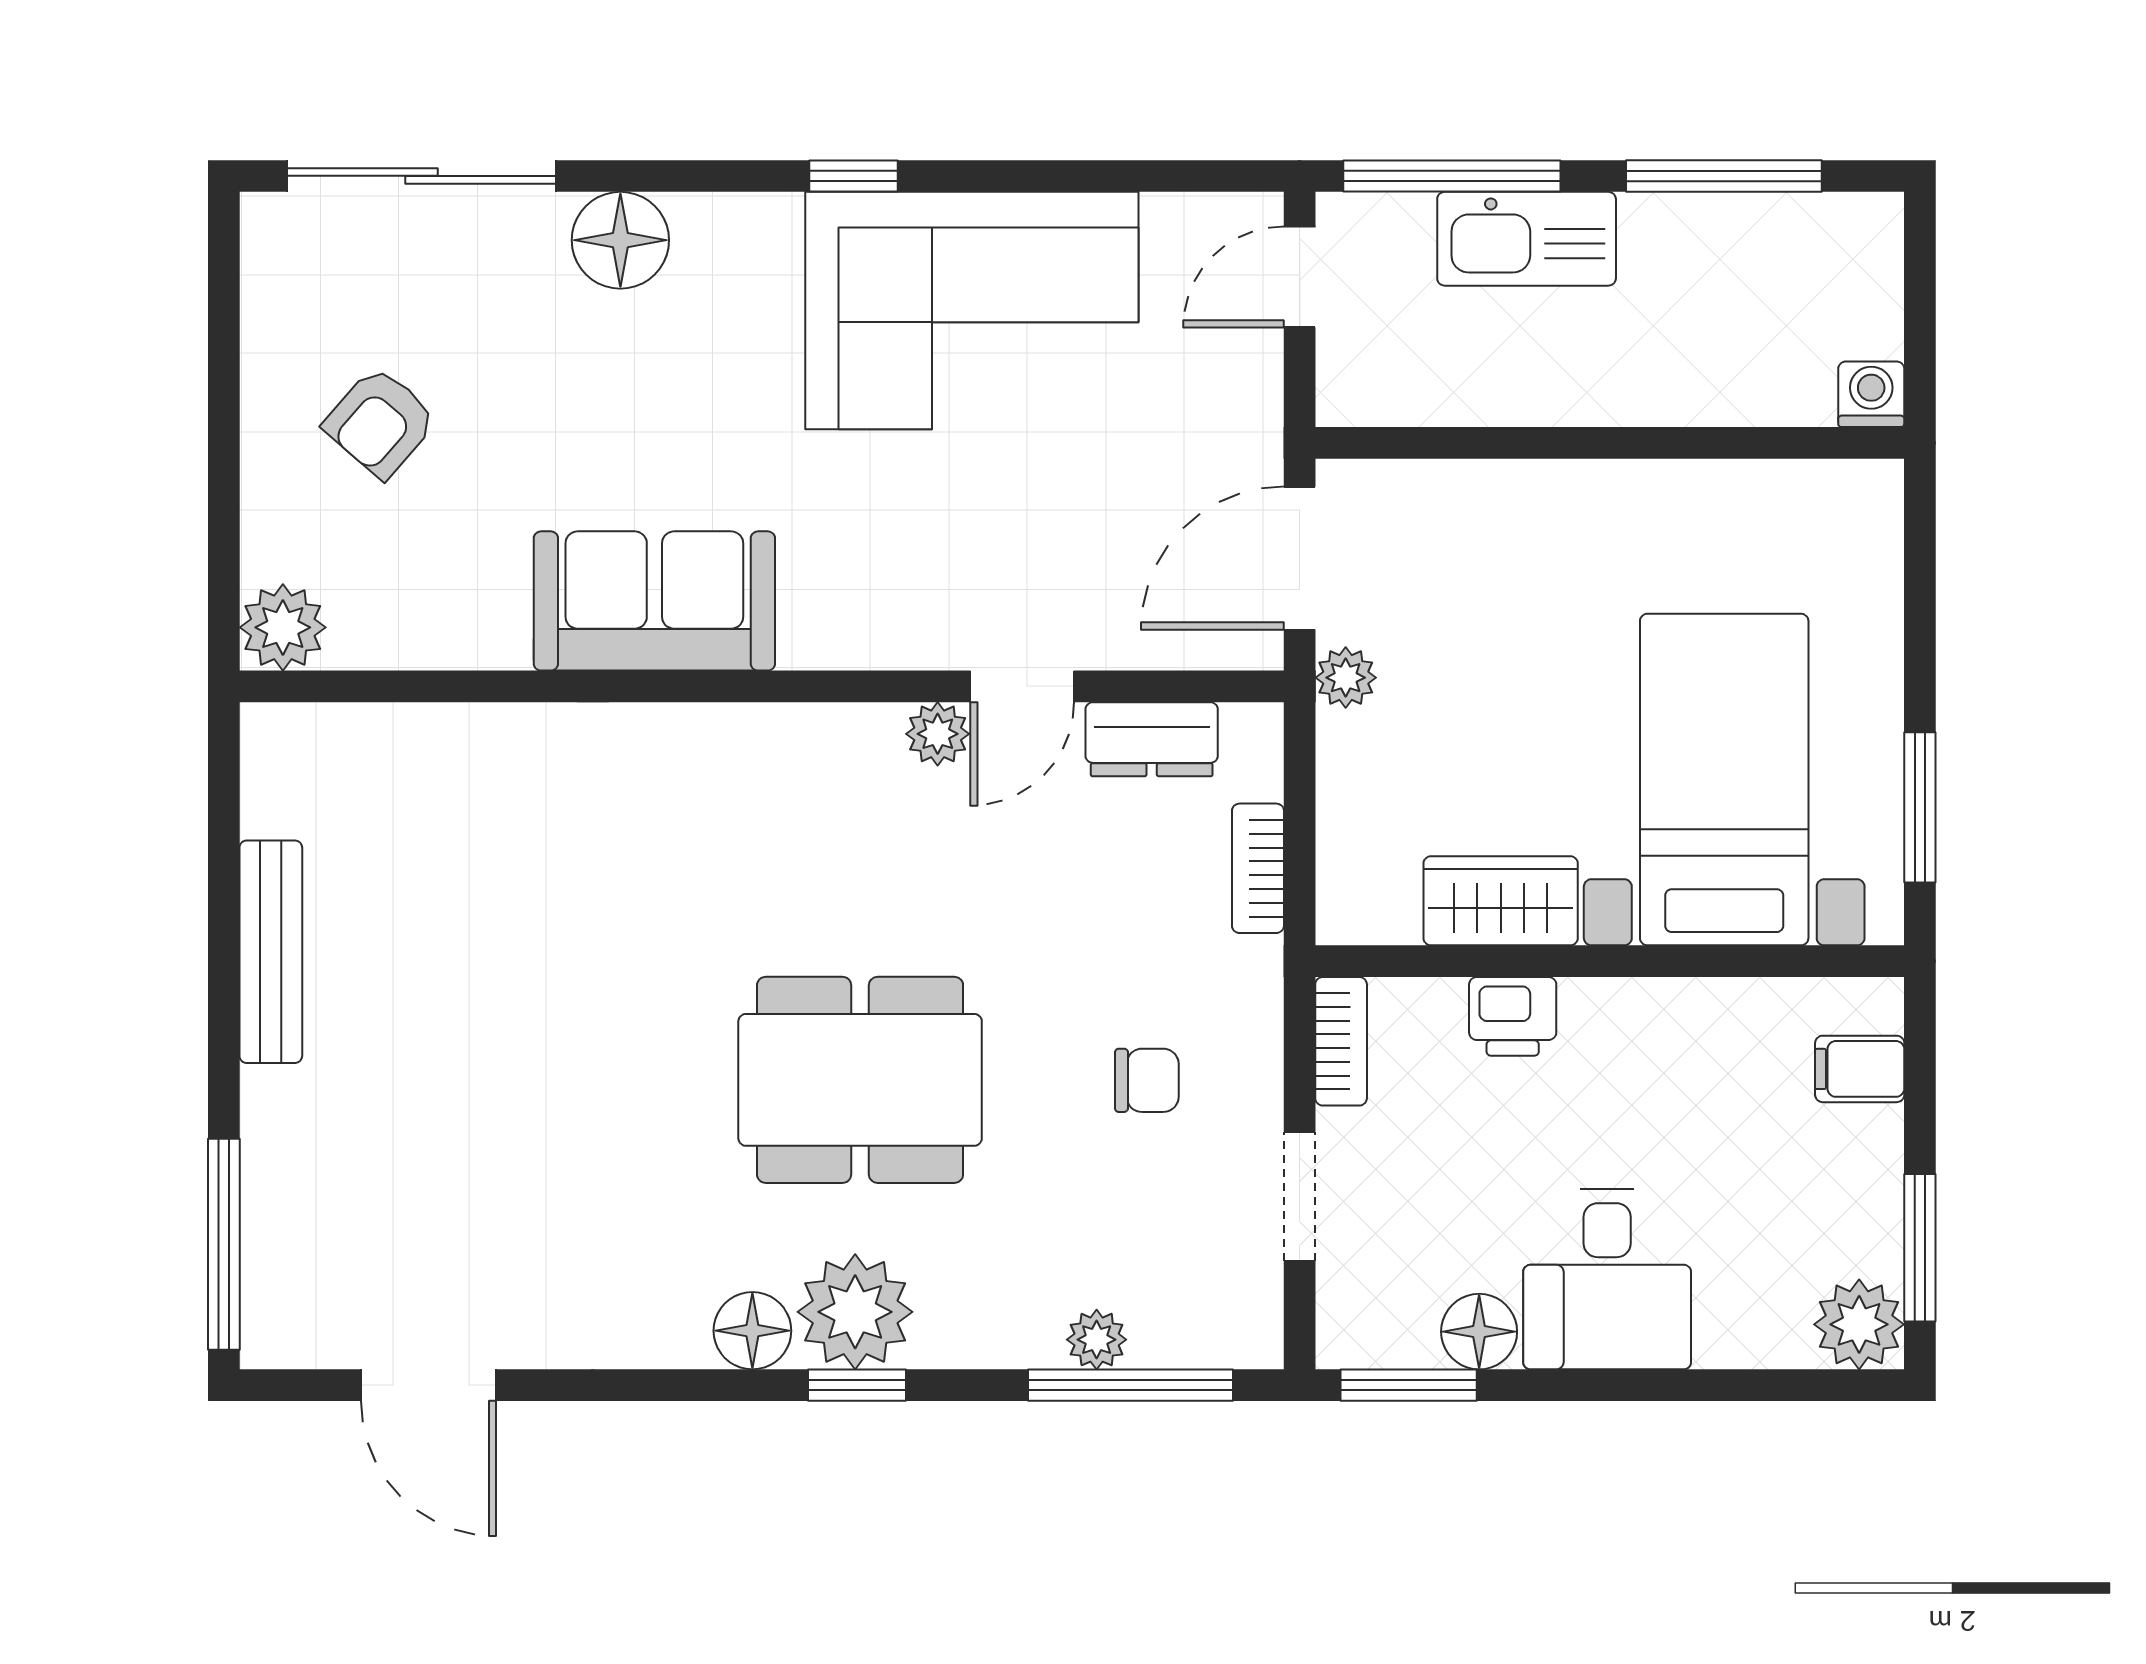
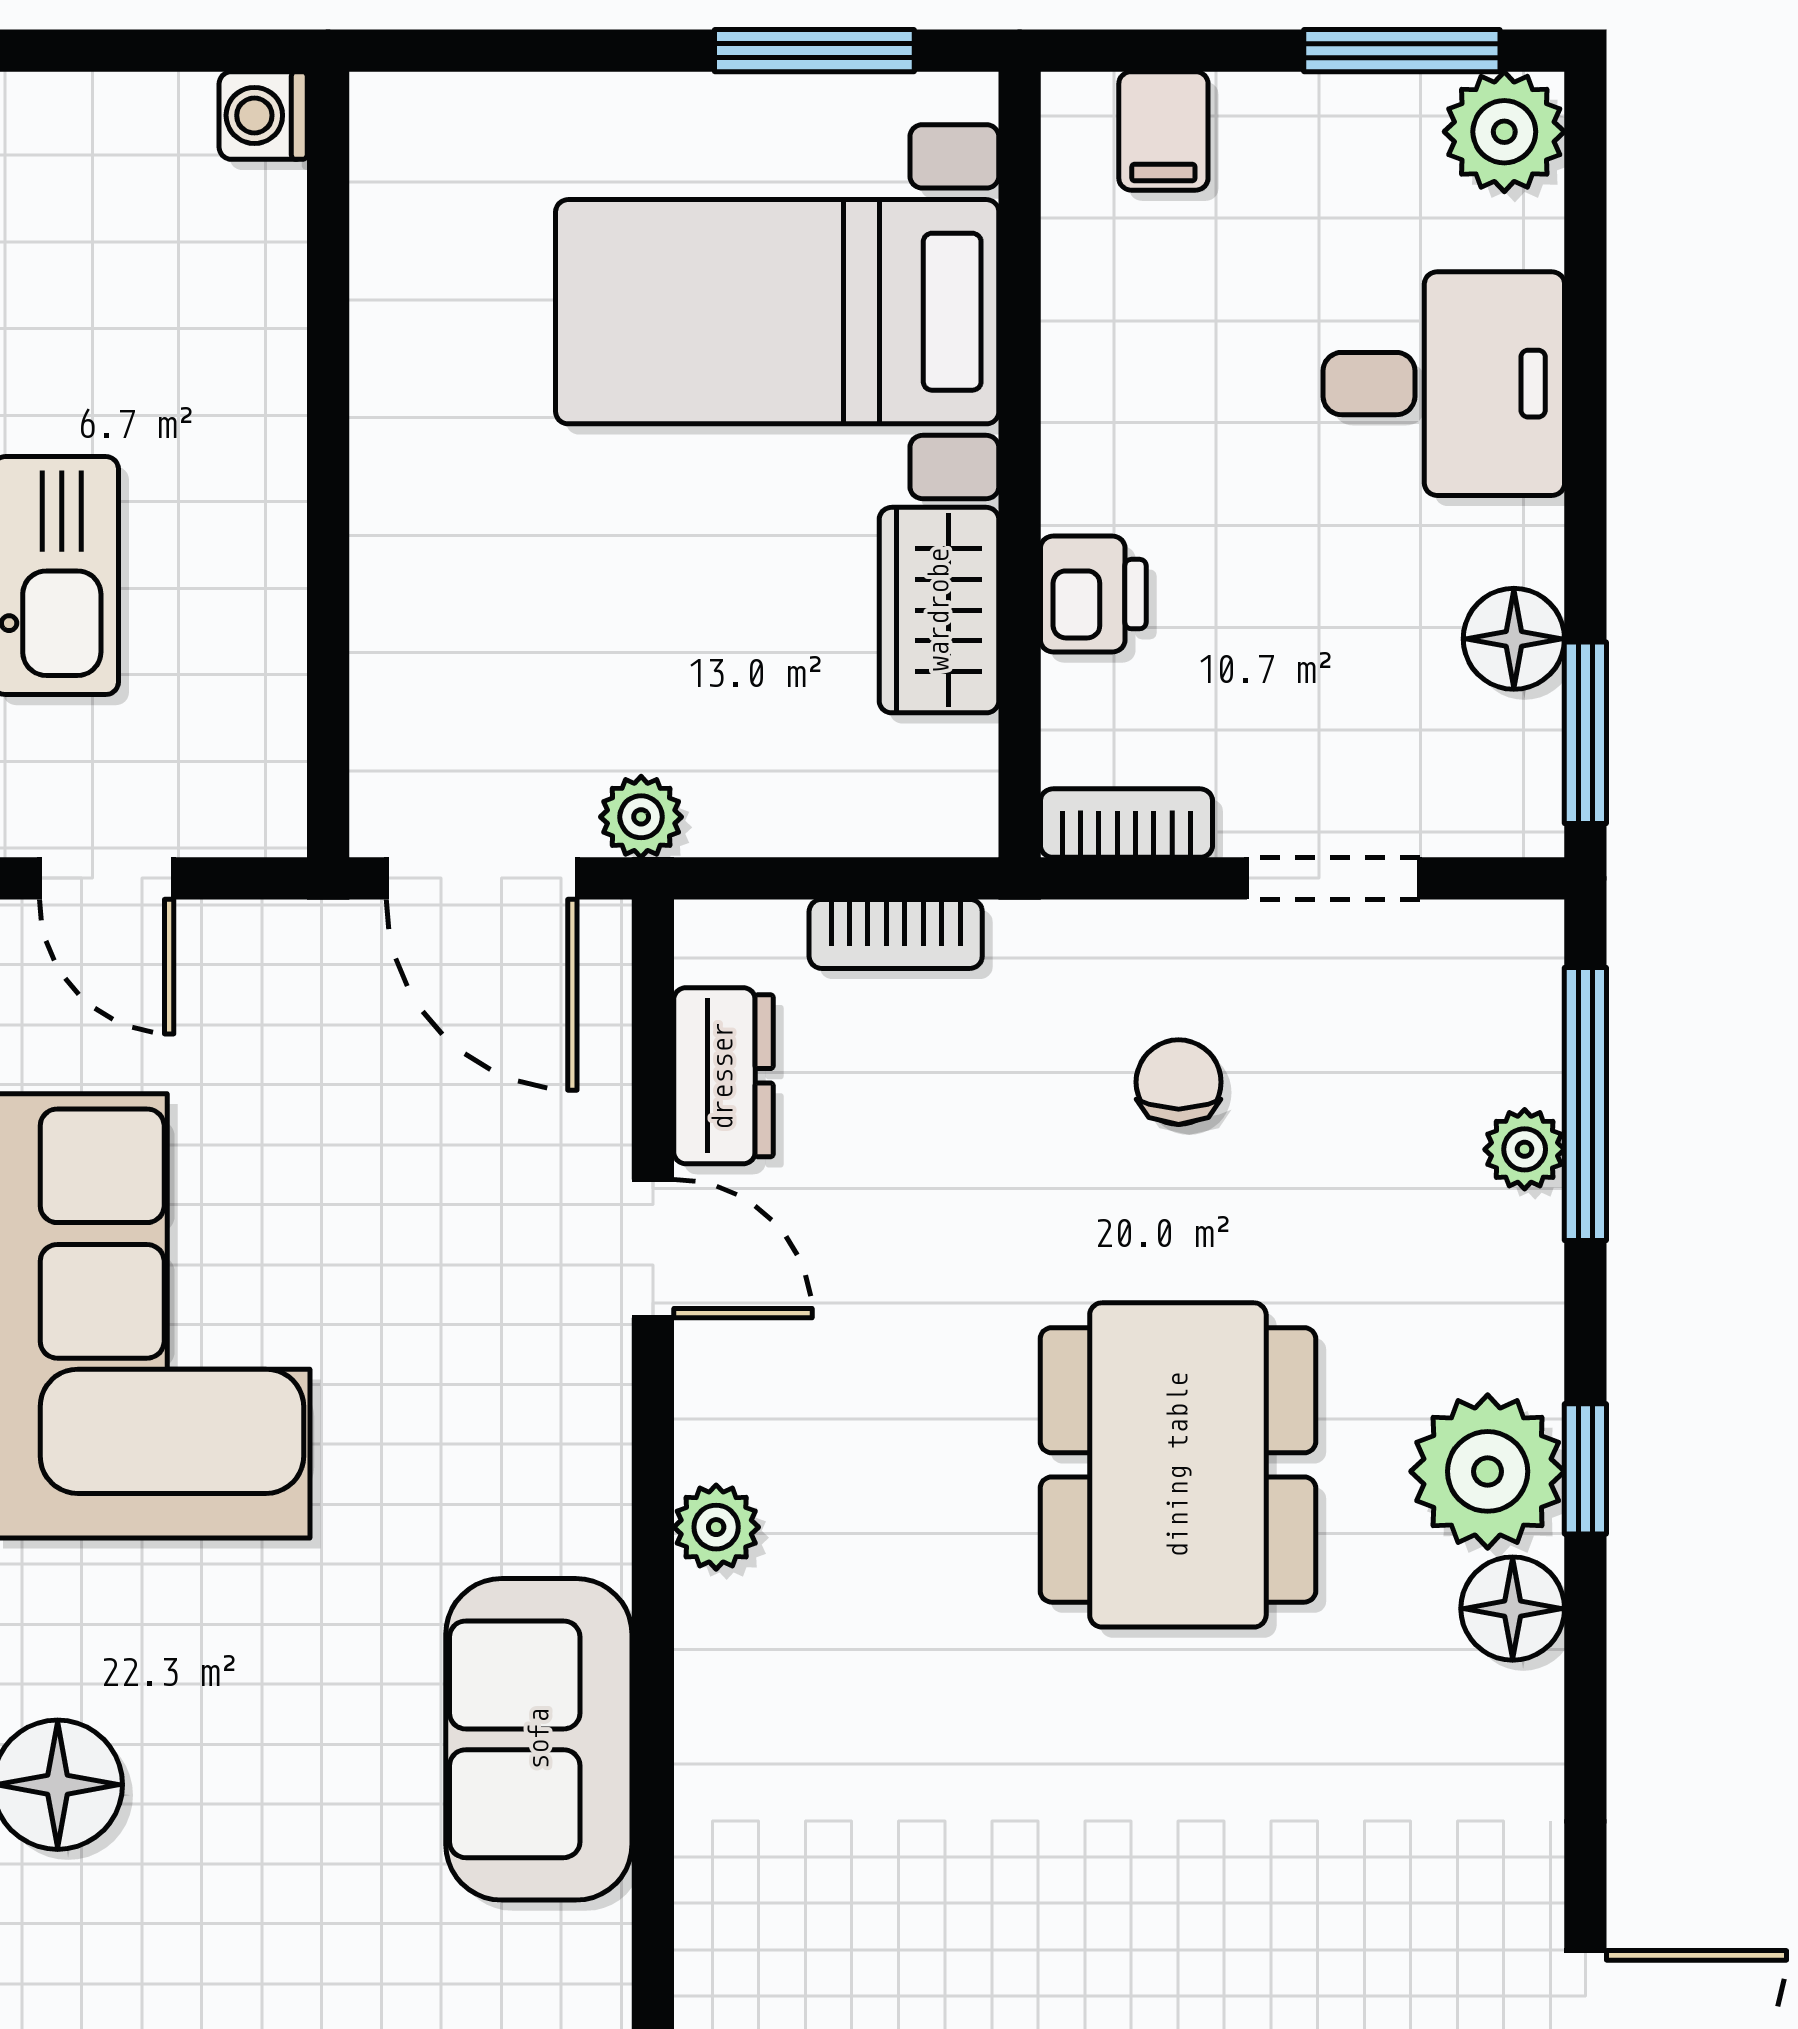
plant: (938, 734) -> (716, 1527), moved
desk: (1607, 1279) -> (1444, 384), moved

